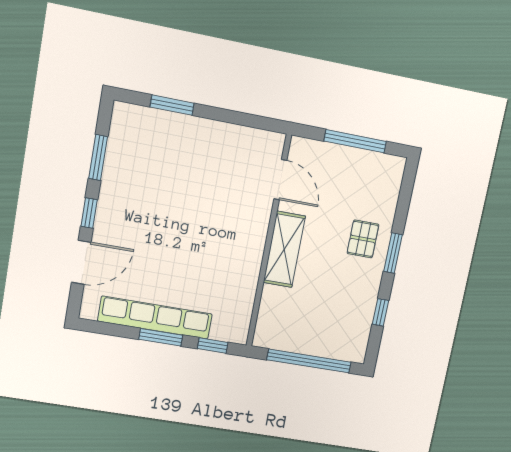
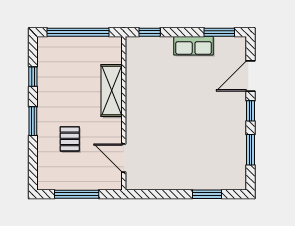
pallet: (363, 239) -> (70, 139), moved
shelving: (284, 249) -> (112, 90), moved
row of seats: (155, 318) -> (194, 46), width x0.50
window: (161, 337) -> (219, 32), moved

